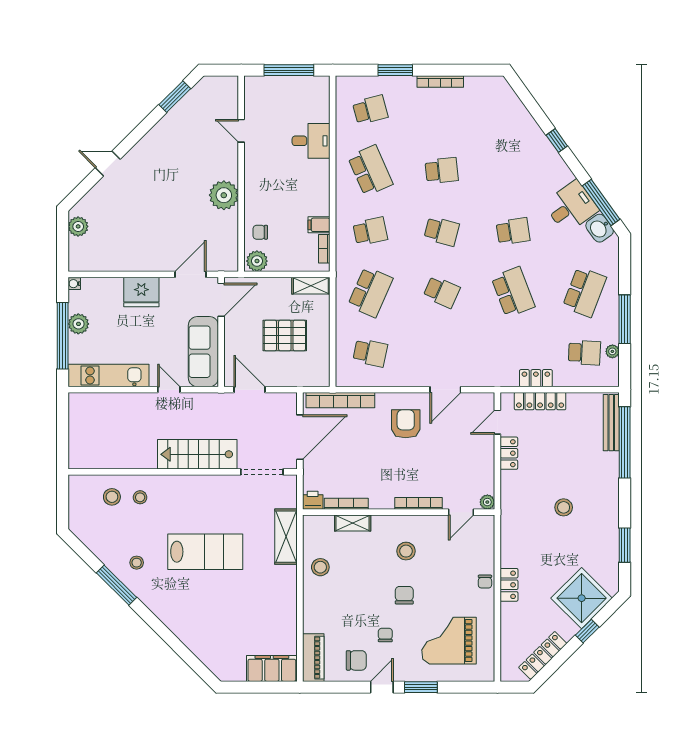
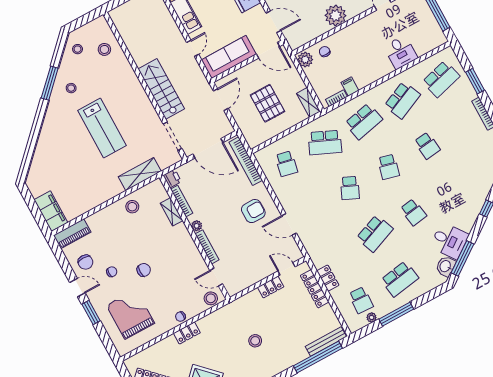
school desk: (370, 110) -> (441, 79), width x1.85
school desk: (370, 231) -> (364, 121), width x1.85
school desk: (584, 292) -> (400, 279), turned -30
stool: (140, 497) -> (78, 49), moved
plant: (487, 502) -> (197, 226), moved
stool: (406, 551) -> (211, 298), moved

